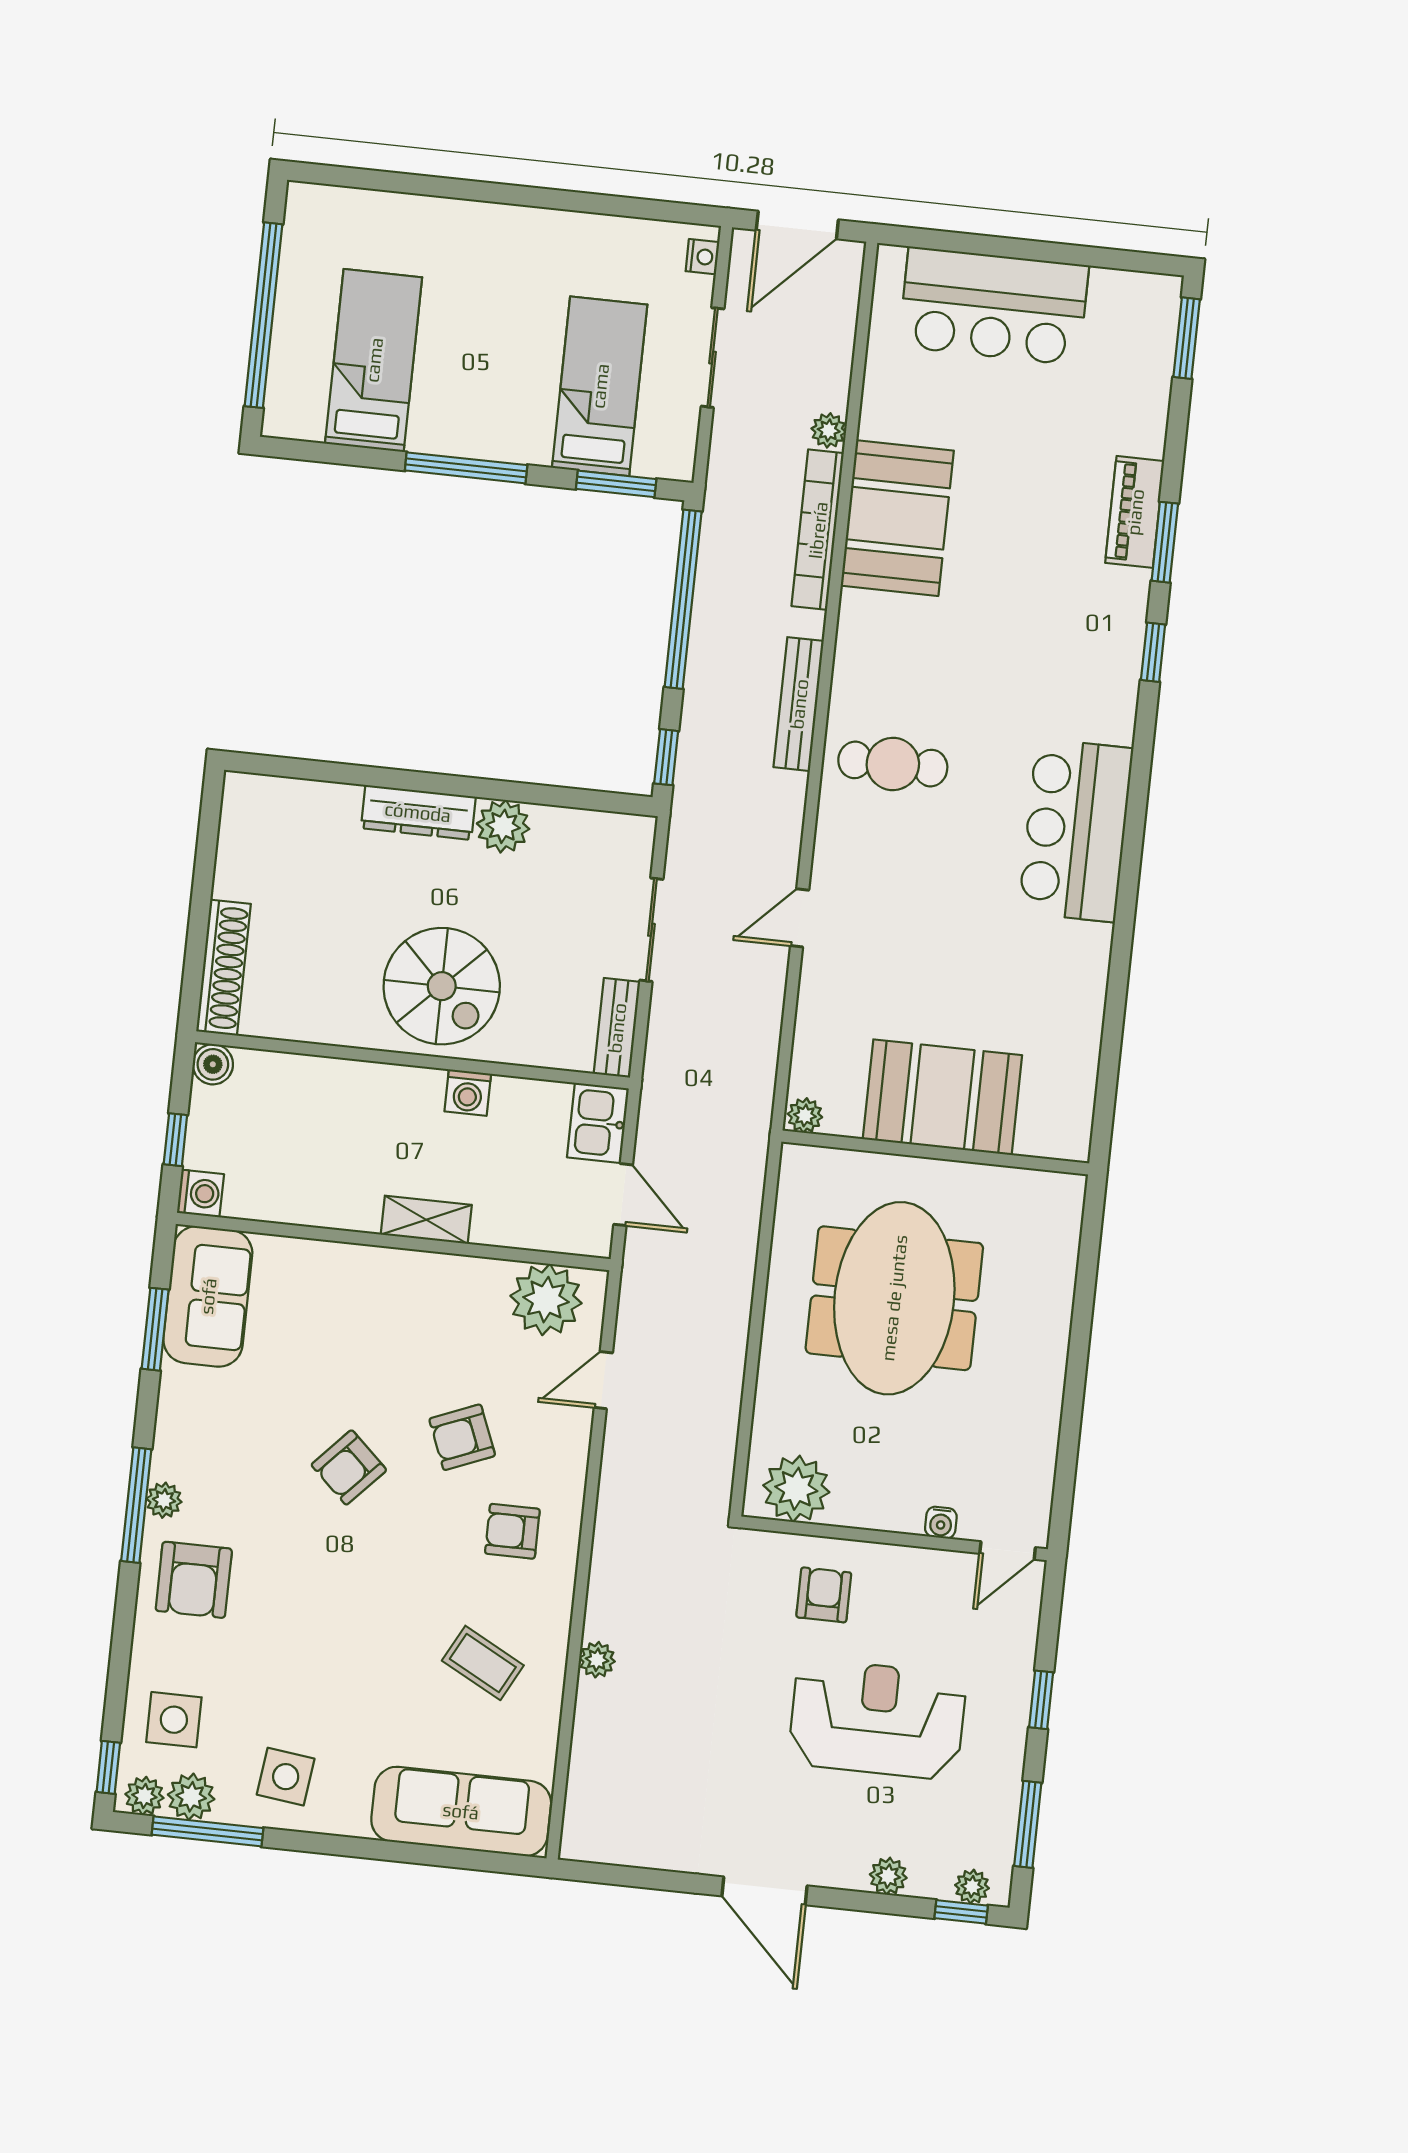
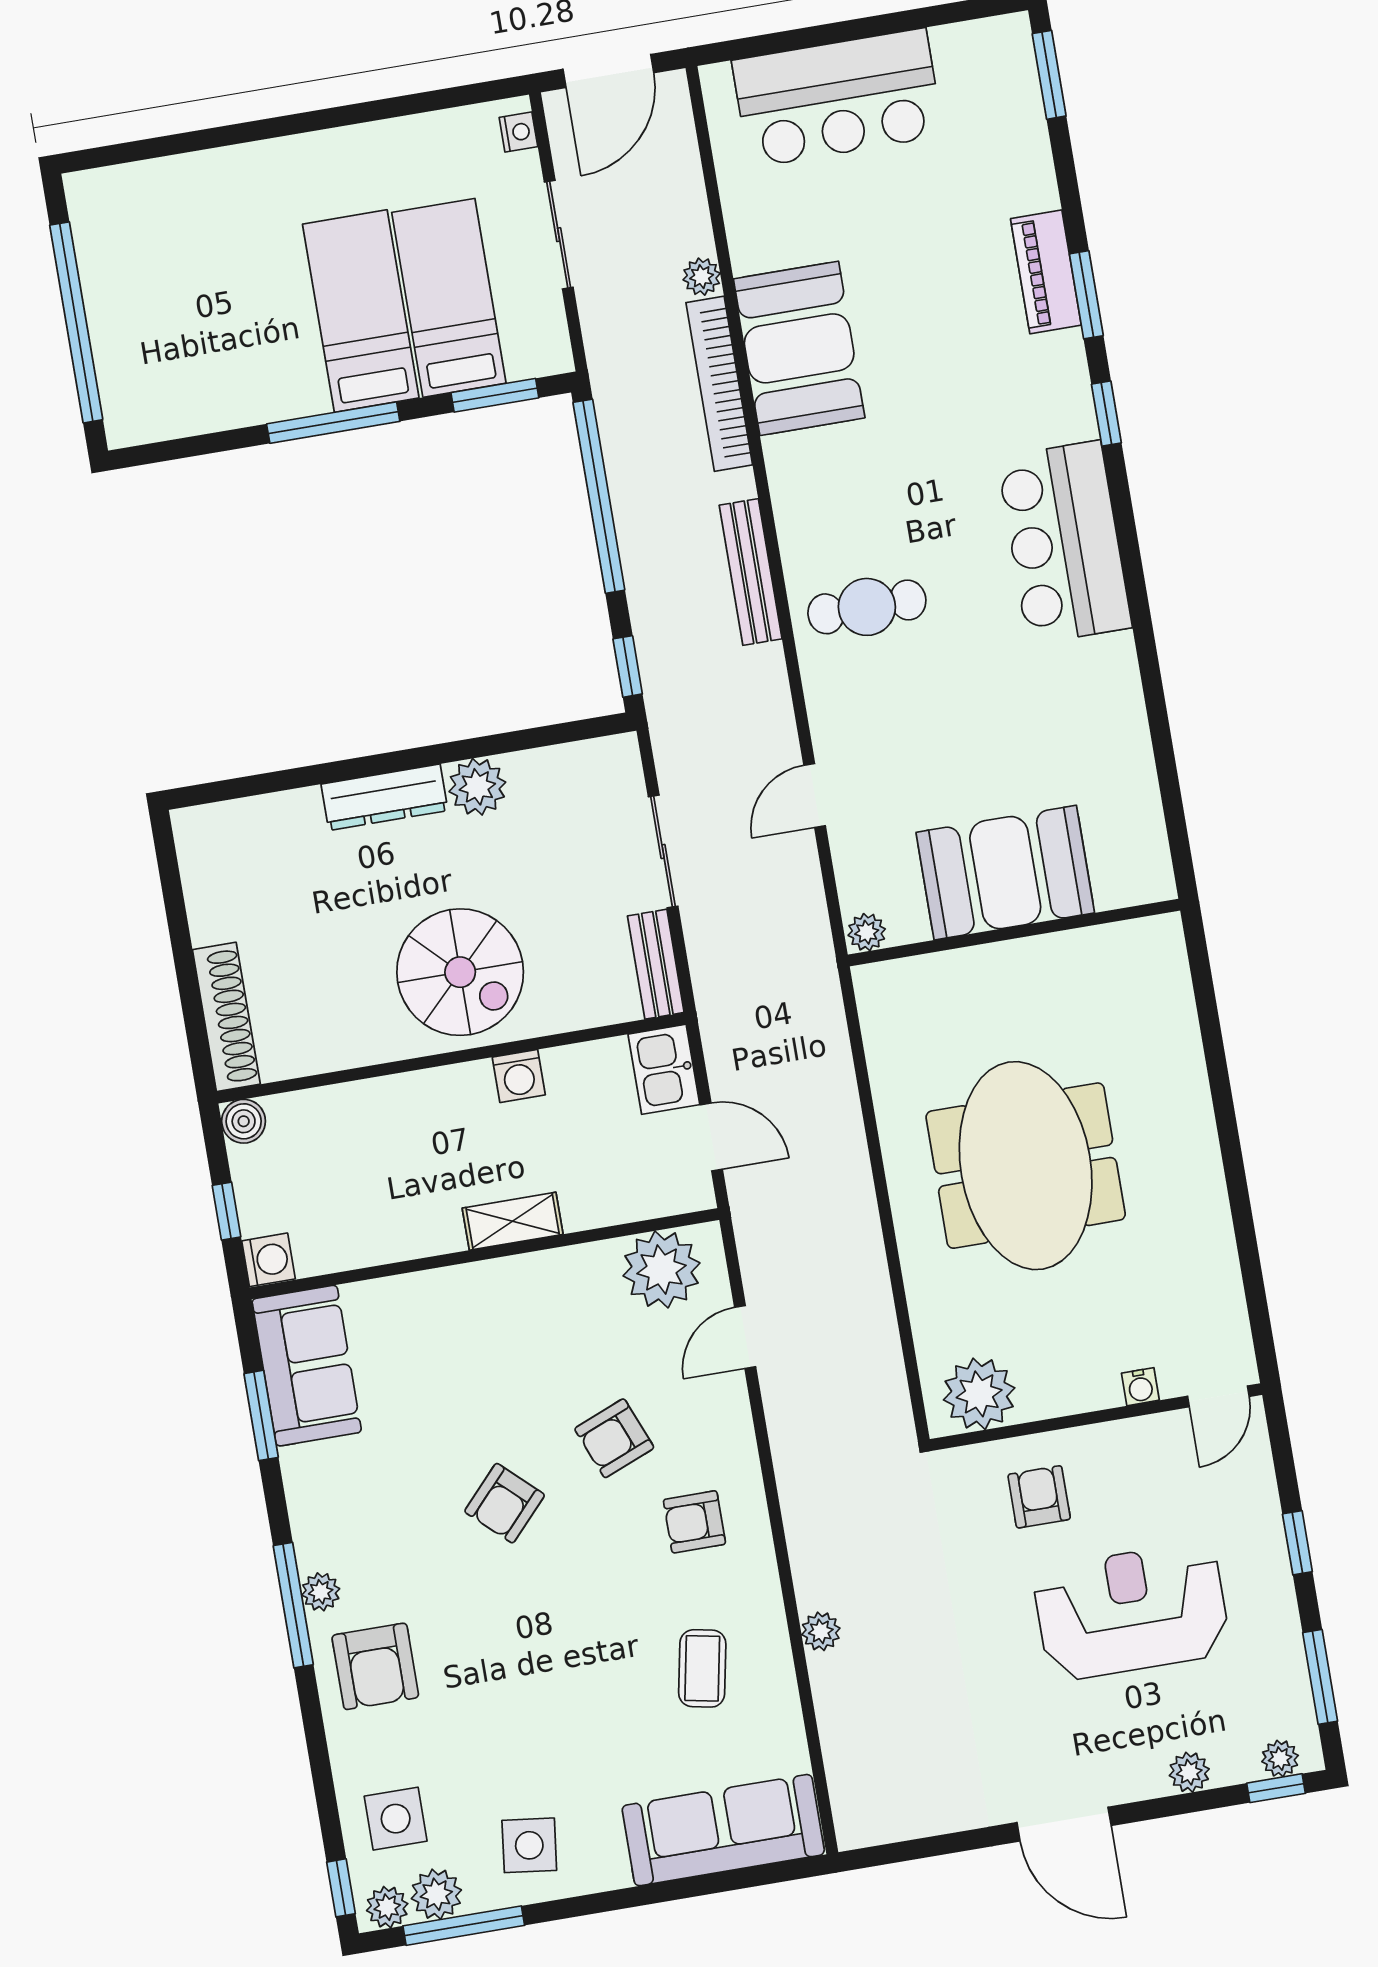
bed: (374, 360) -> (361, 311), moved
bar counter: (1076, 830) -> (1064, 542), moved
booth: (942, 1097) -> (1005, 873), moved
plant: (805, 1115) -> (867, 932), moved
wall: (935, 1152) -> (1014, 933), moved
coffee table: (483, 1663) -> (702, 1668), turned 73

